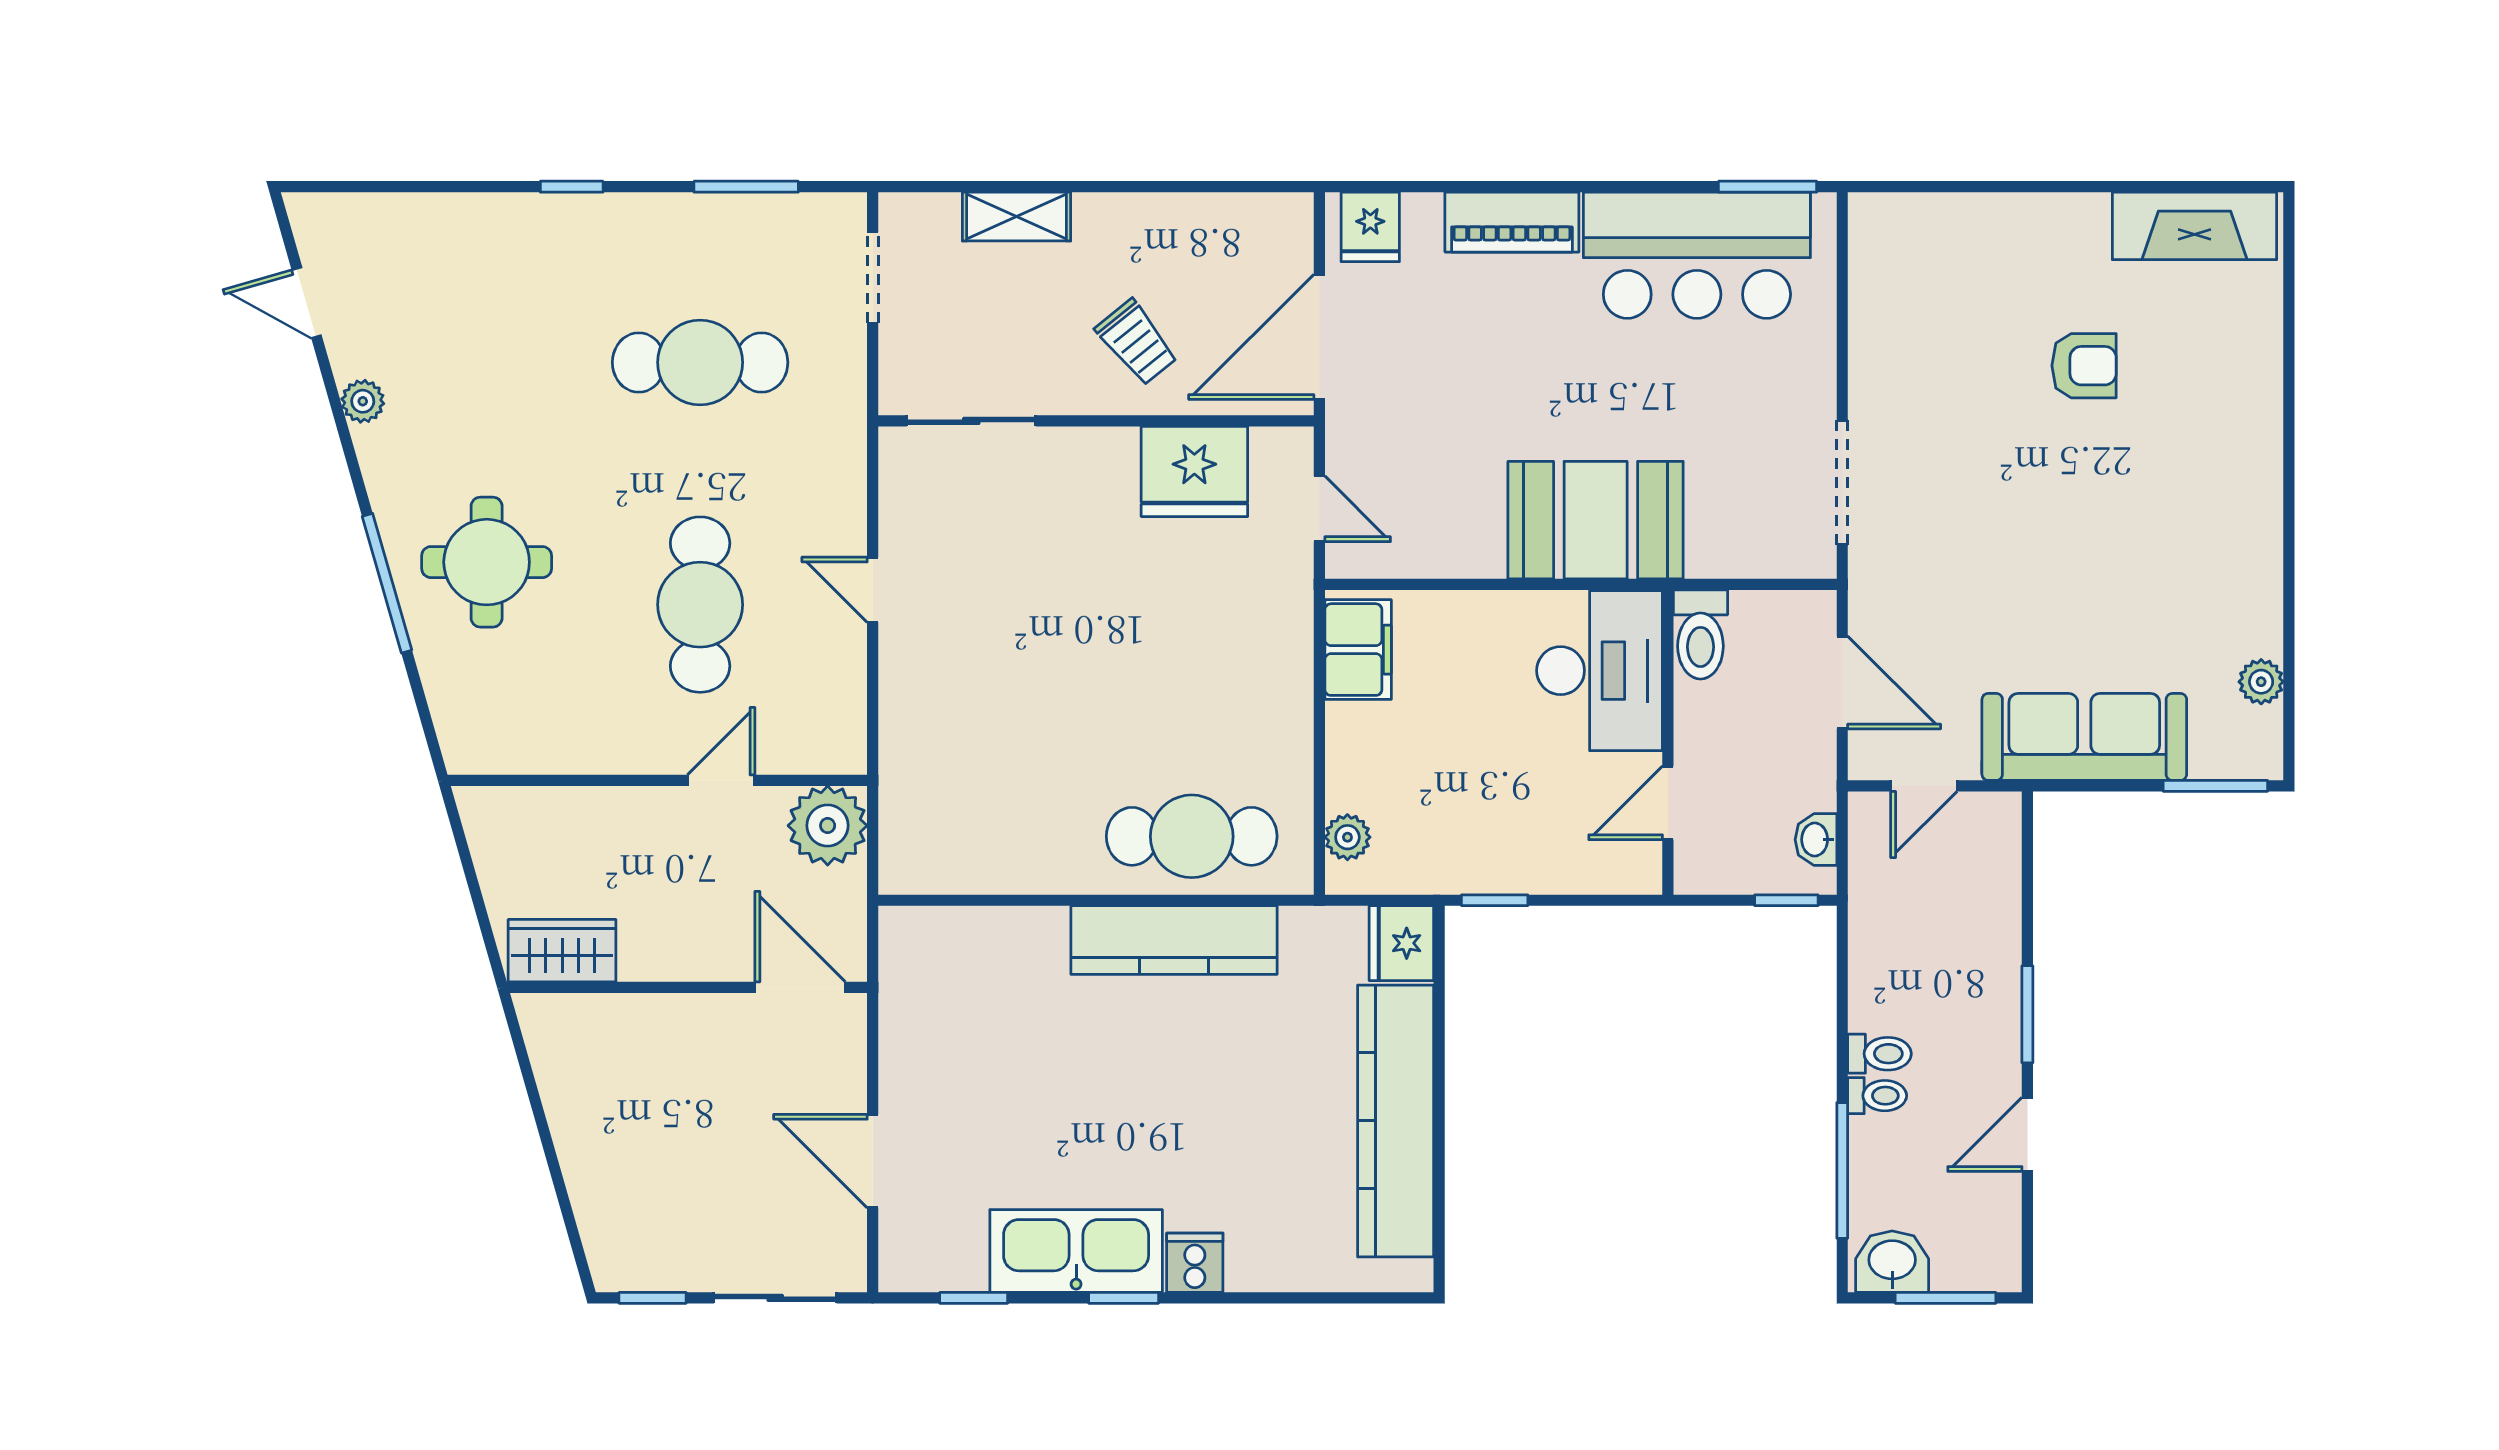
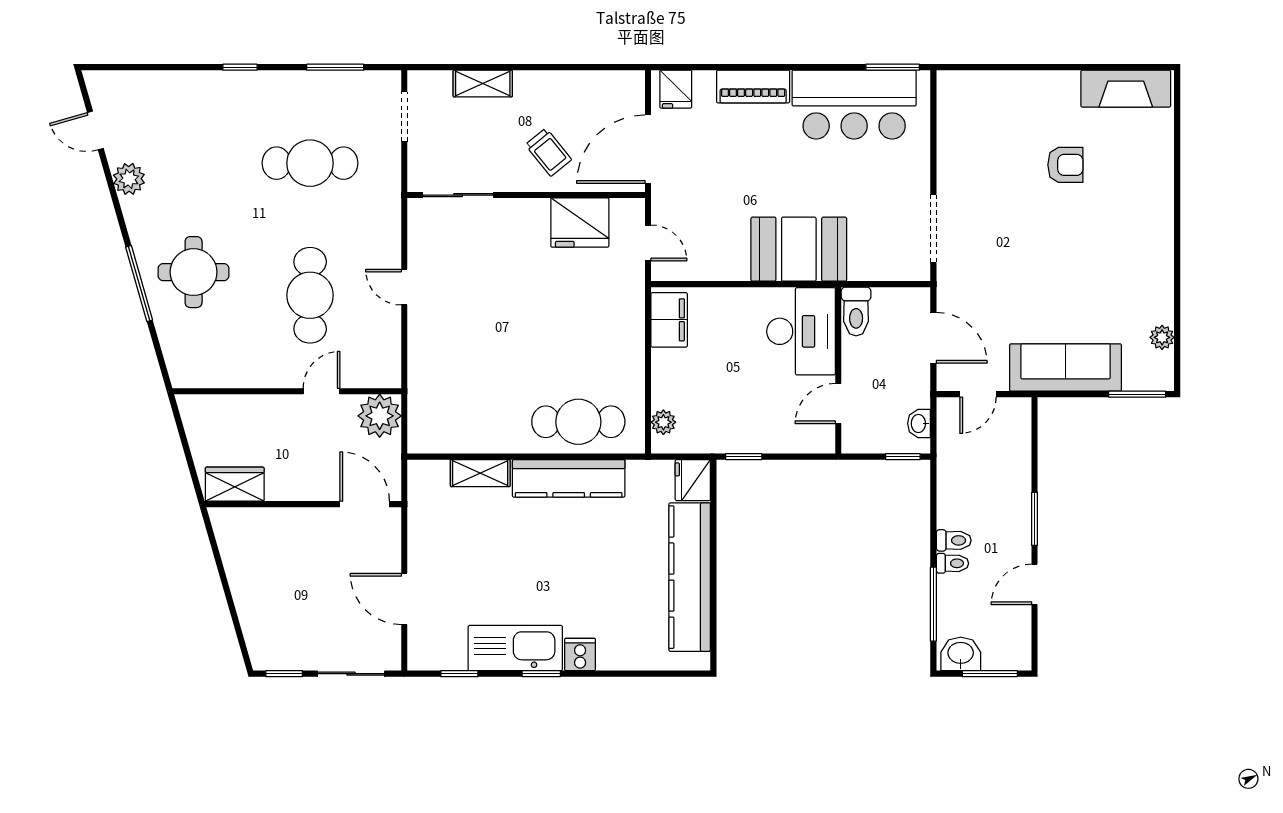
plant: (363, 401) -> (129, 179), width x1.38, depth x1.38
shelving: (1012, 930) -> (480, 473), added

